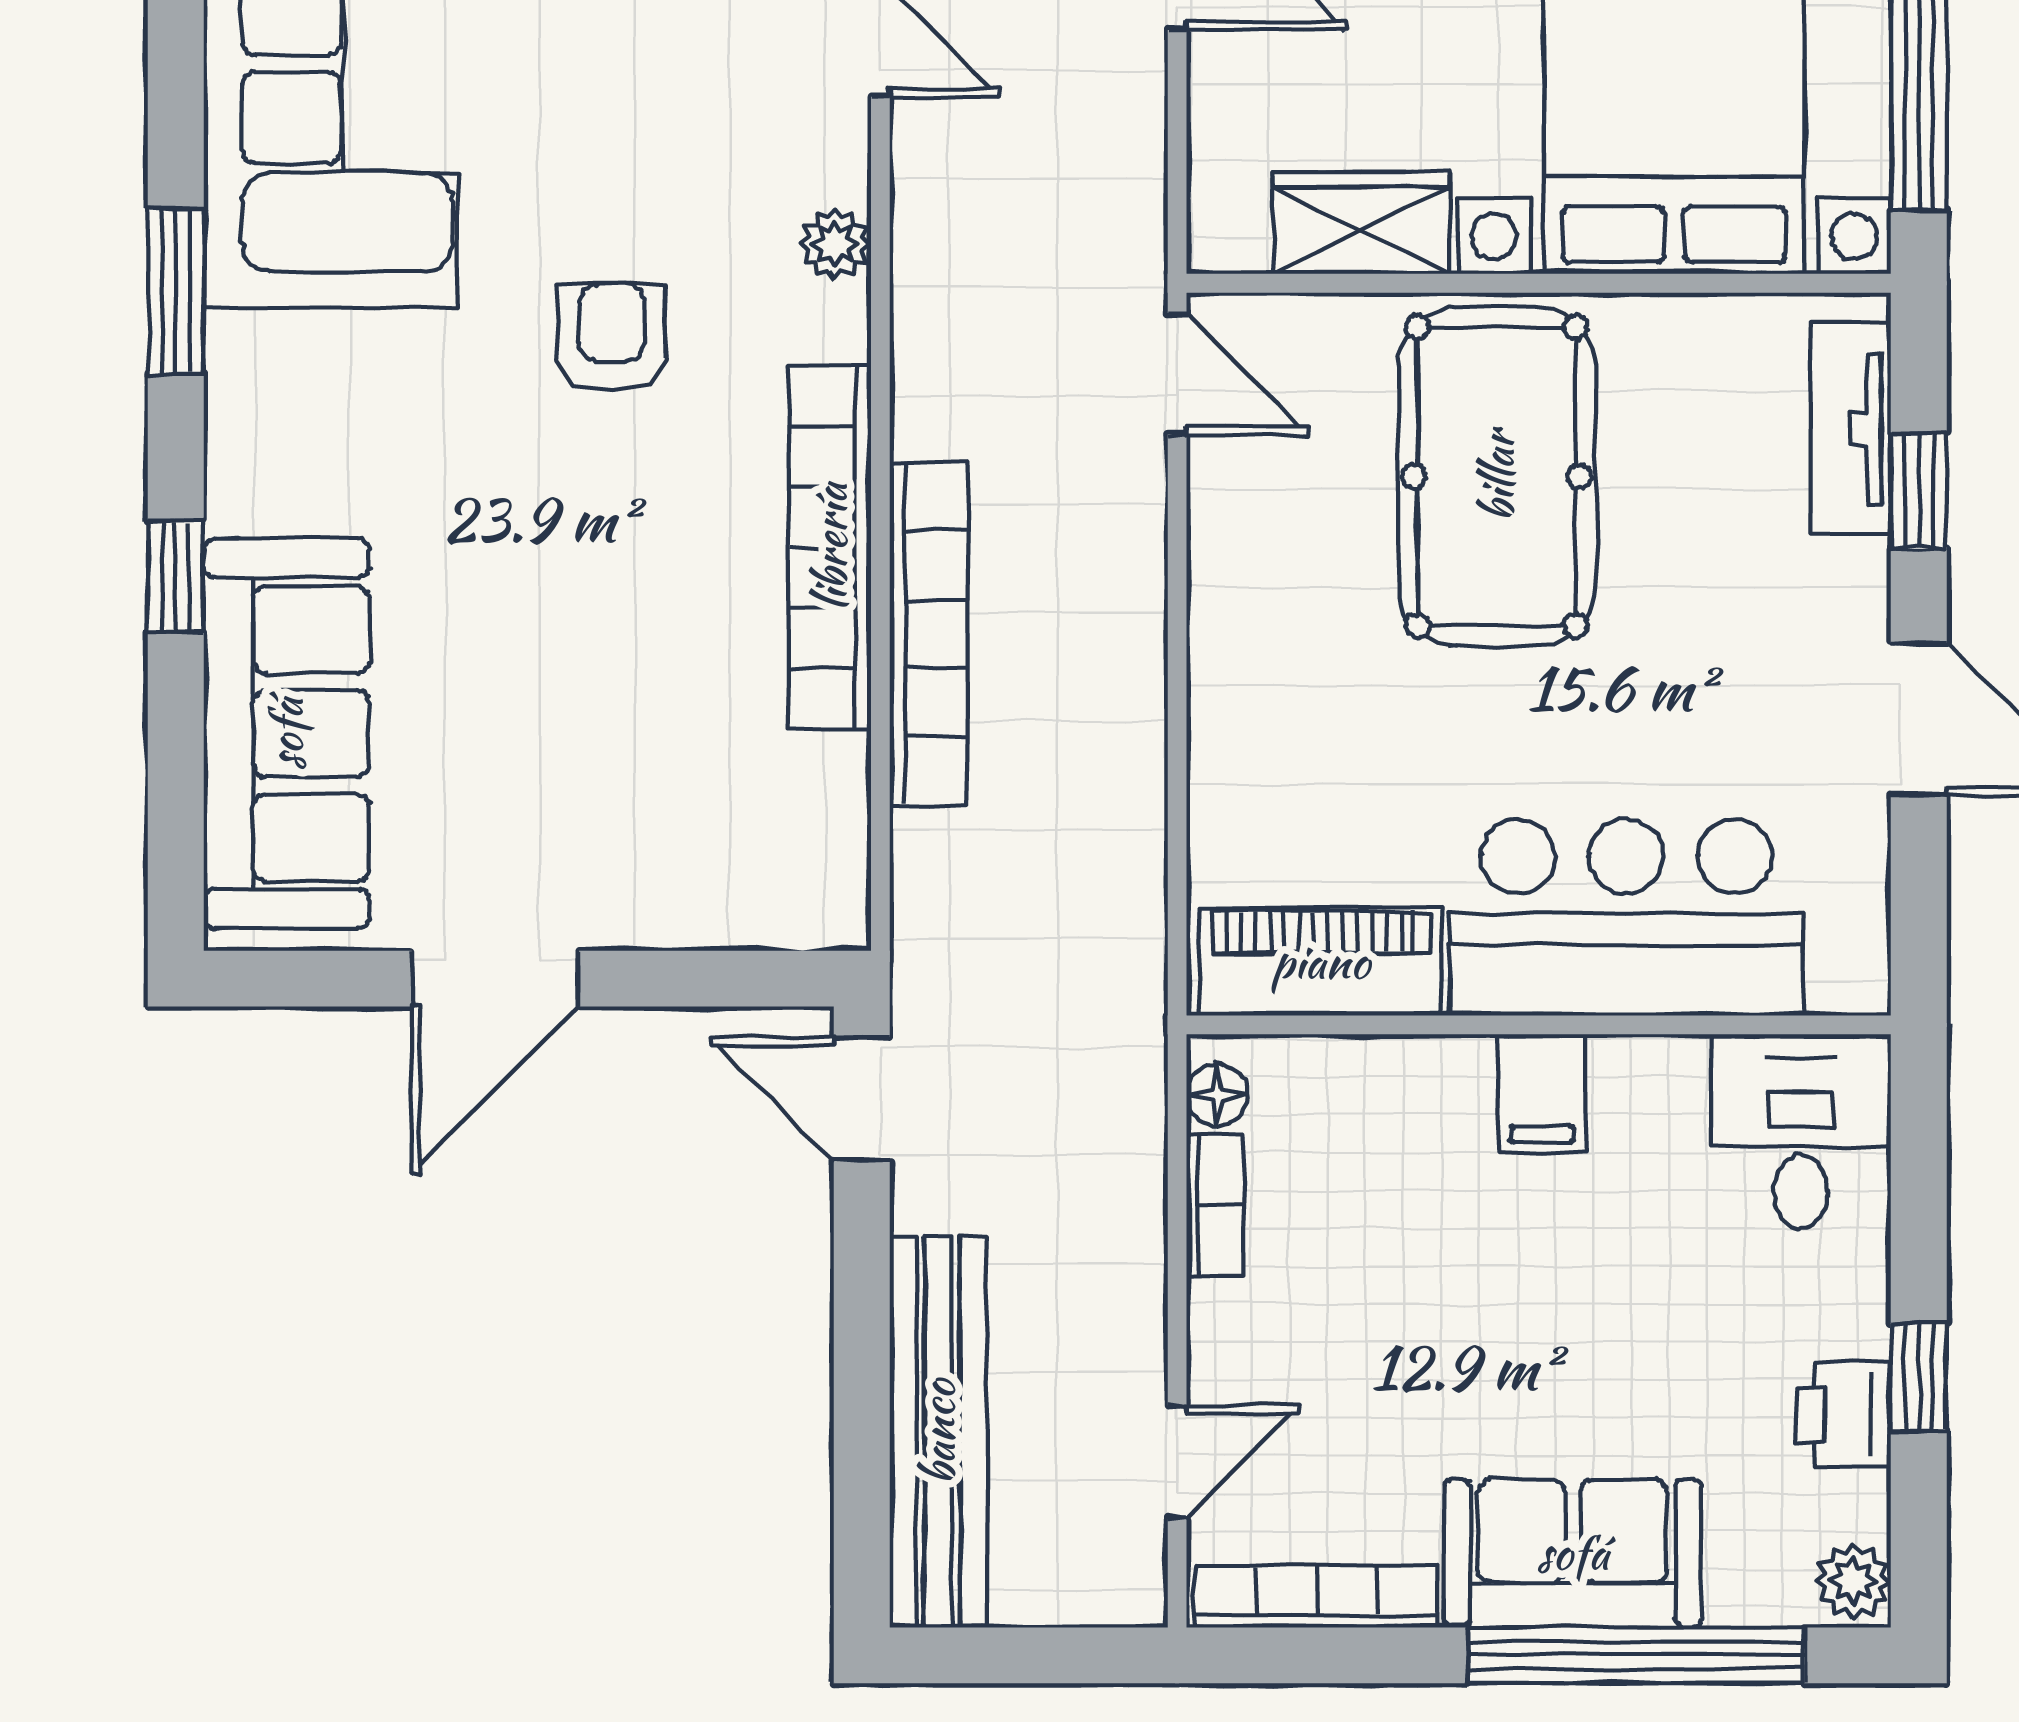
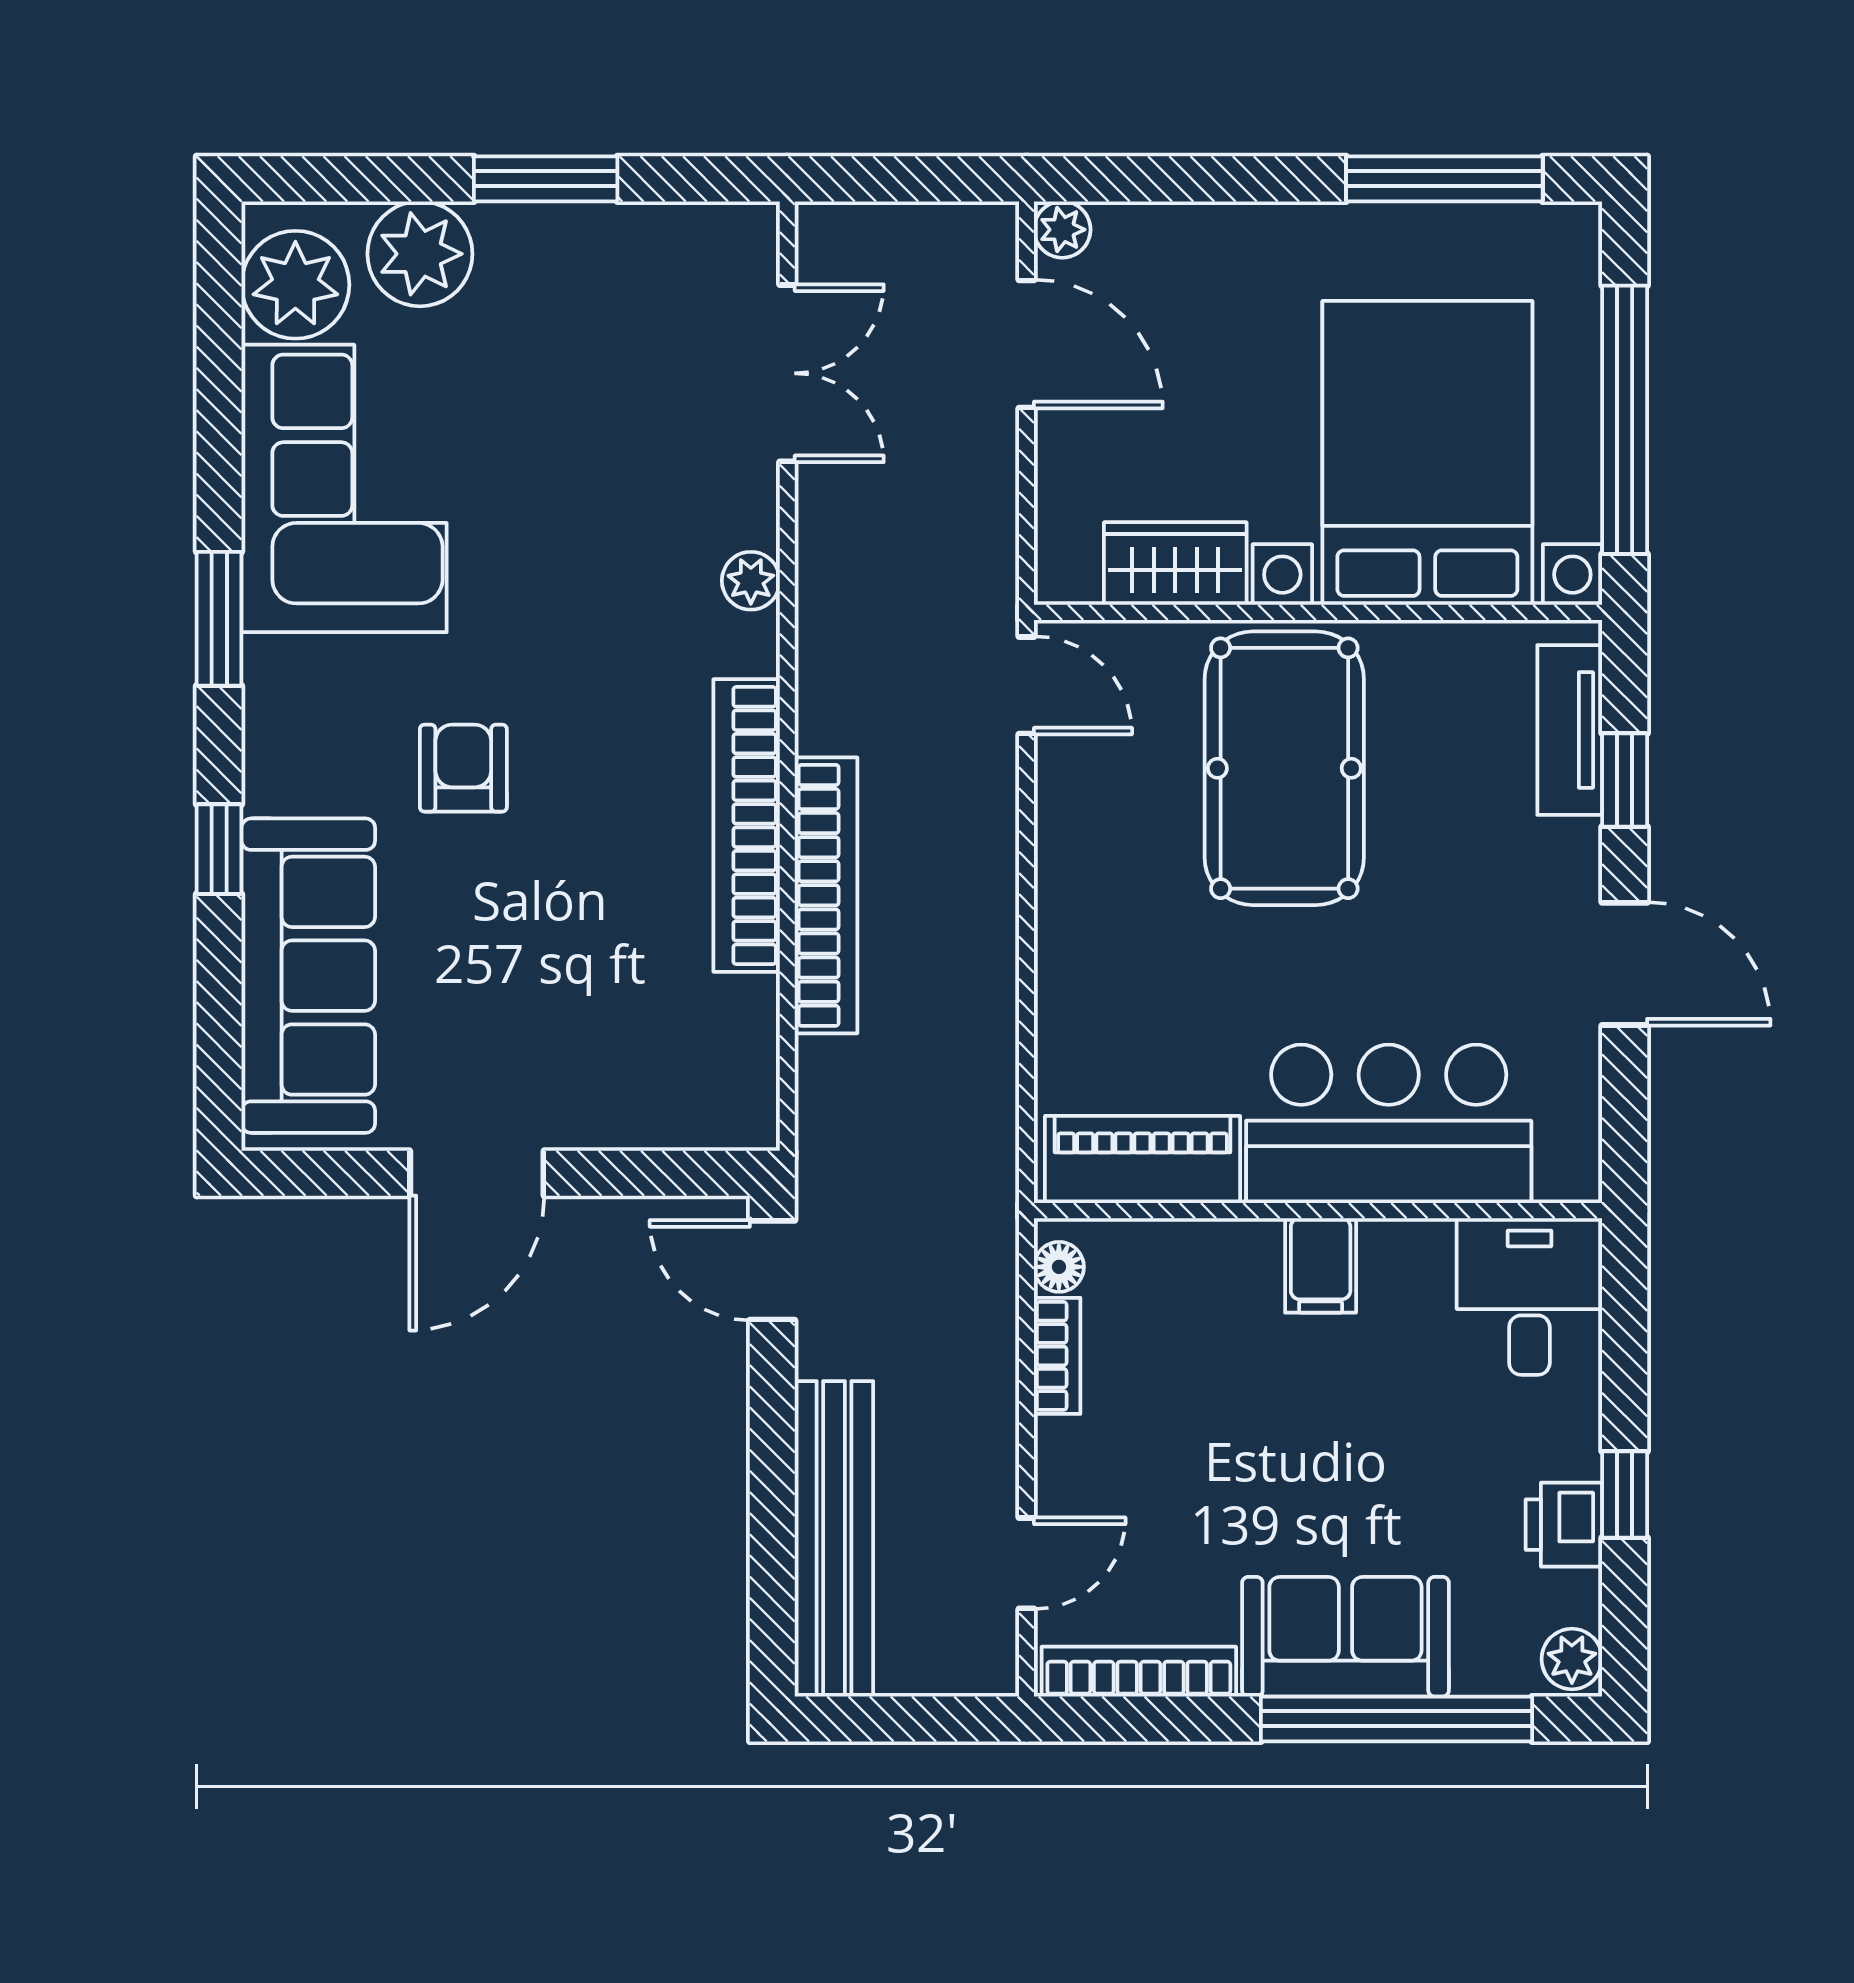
armchair: (612, 338) -> (463, 768), moved

